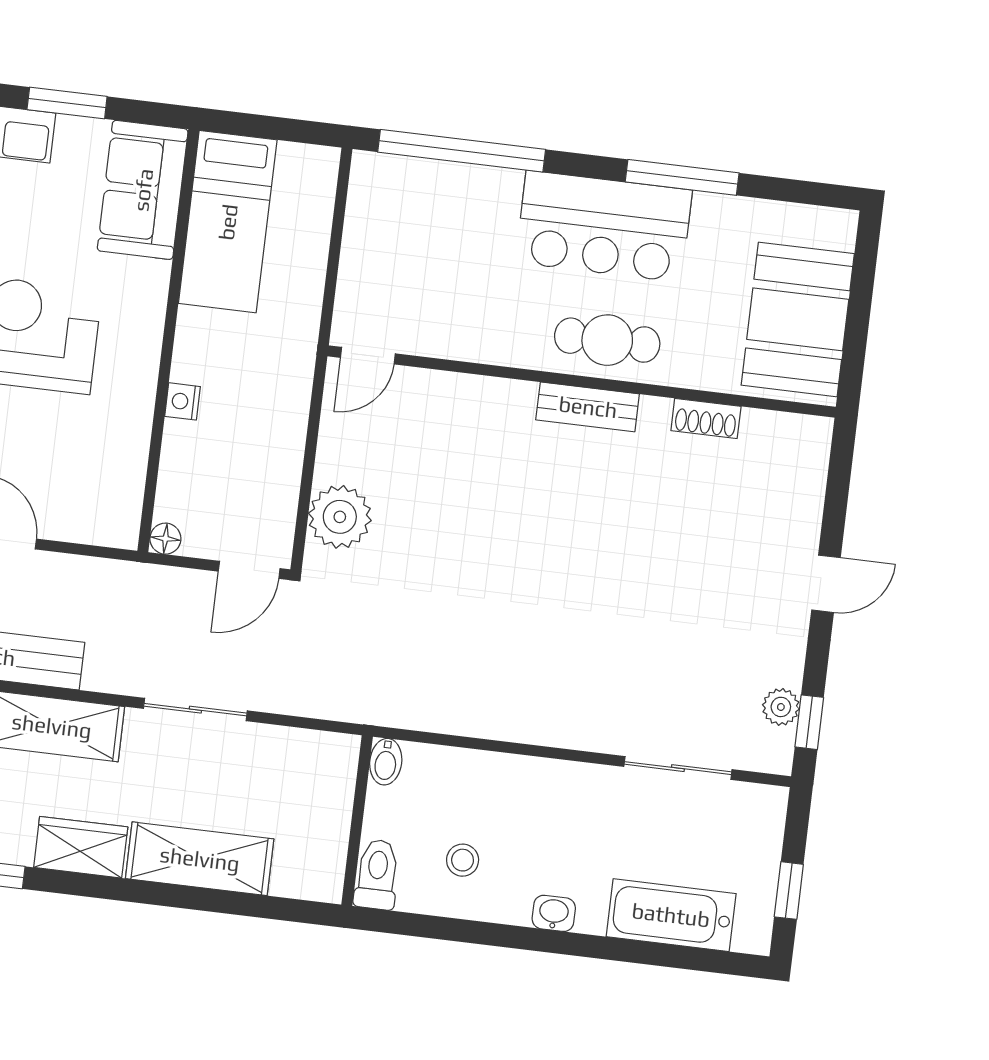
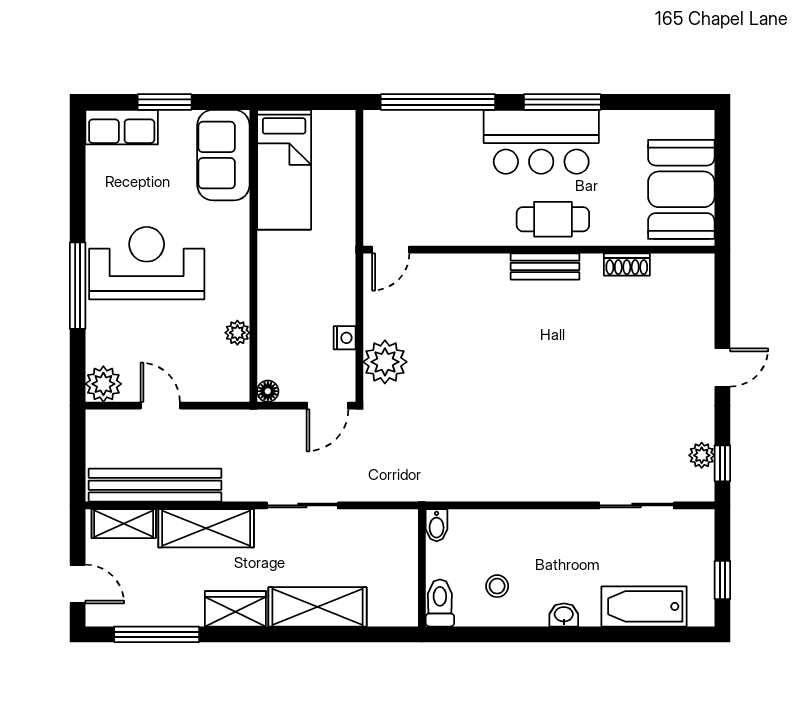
window: (682, 177) -> (562, 102), moved
nightstand: (183, 401) -> (345, 338), moved, turned 180
plant: (132, 449) -> (237, 333), added

